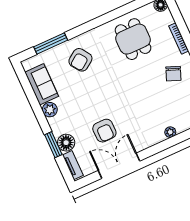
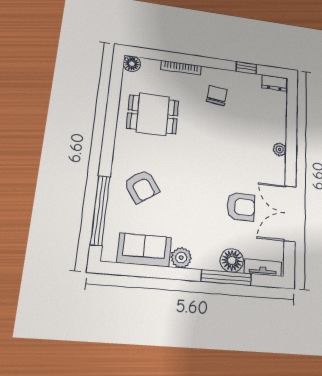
window: (51, 43) -> (100, 210), width x1.46
chair: (173, 74) -> (217, 96), turned -105
plant: (170, 132) -> (280, 149), moved
window: (53, 145) -> (226, 278), width x1.44

